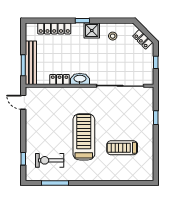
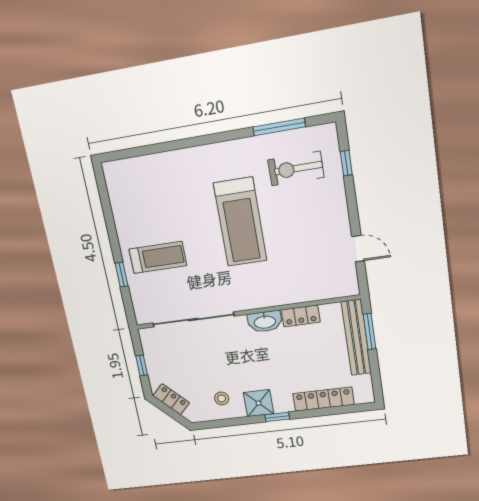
door: (23, 102) -> (358, 249), moved
treadmill: (122, 148) -> (158, 257), moved
exercise bike: (50, 160) -> (296, 169), turned 180

